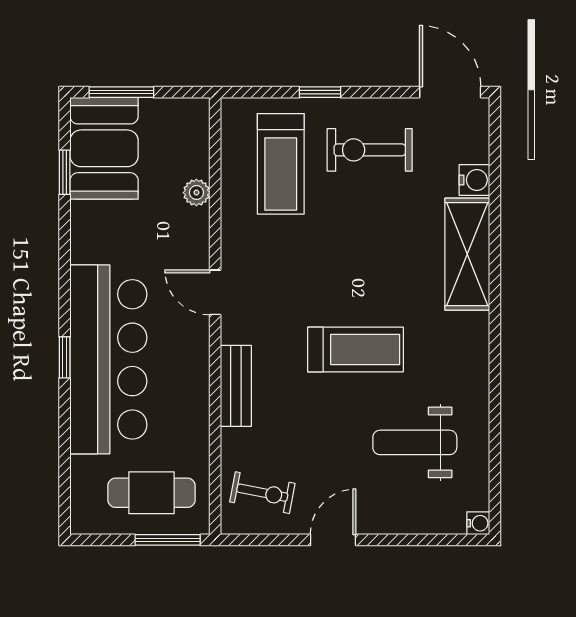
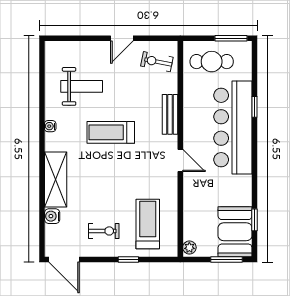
exercise bike: (370, 150) -> (104, 231), width x0.73, depth x0.72
plant: (196, 193) -> (189, 247), moved
window: (65, 357) -> (255, 107), moved
water cooler: (478, 523) -> (50, 126), moved
window: (168, 540) -> (231, 38), moved

